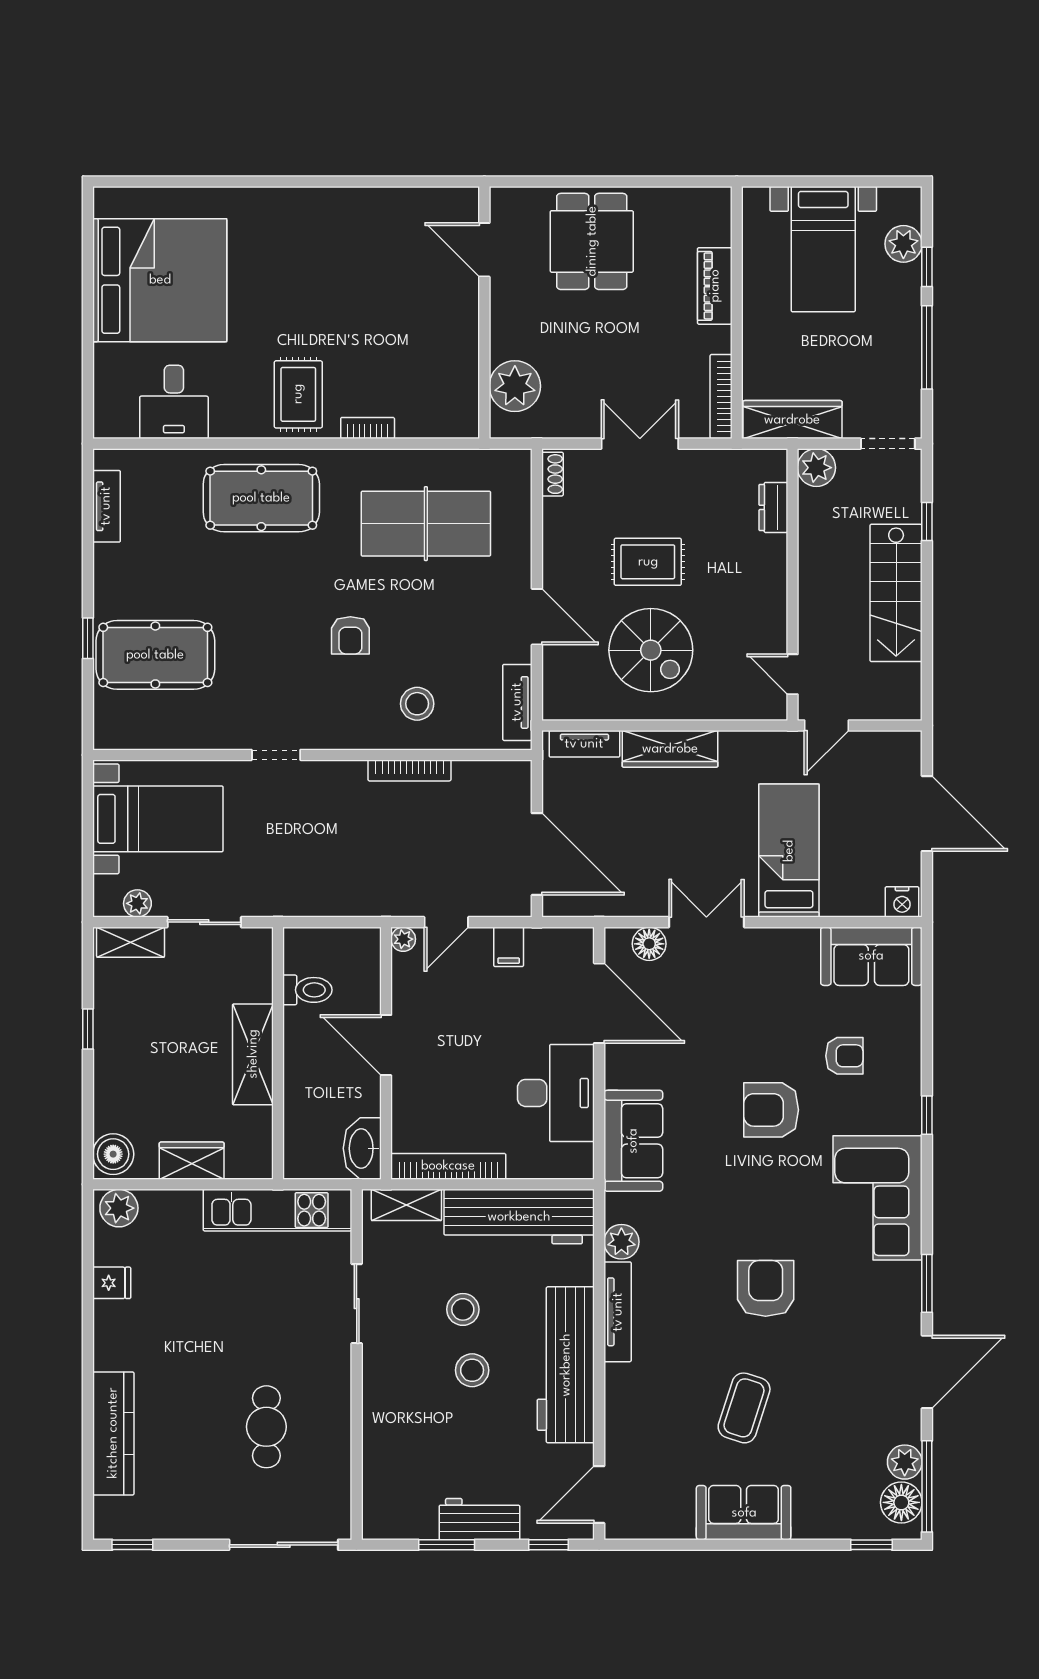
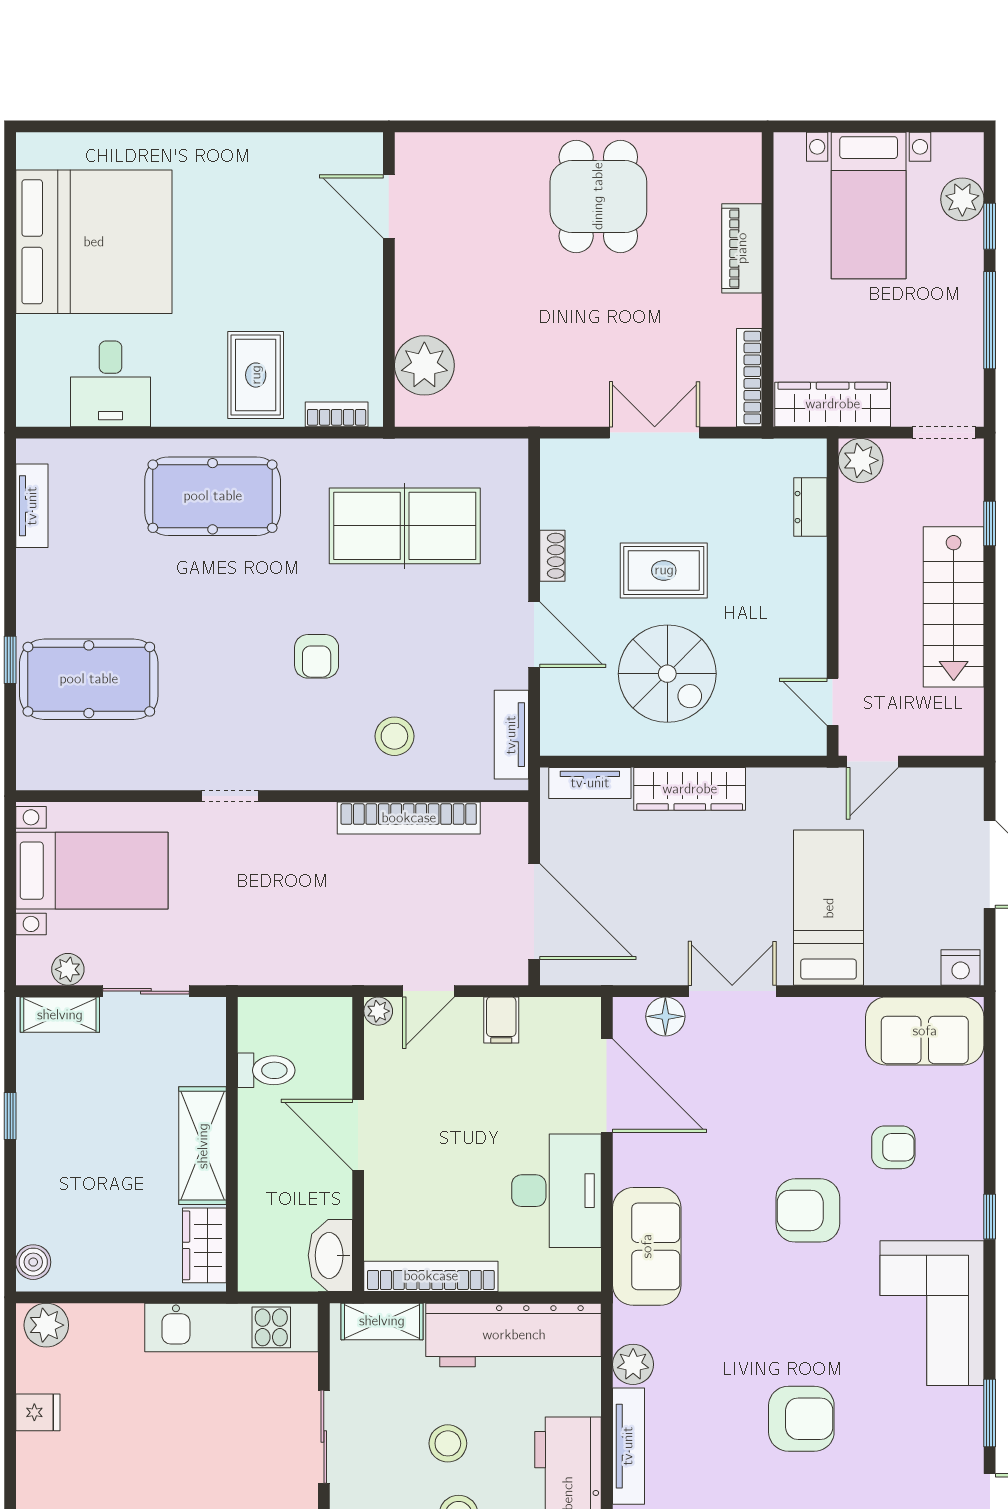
door: (484, 250) -> (389, 206), moved
wall: (484, 313) -> (389, 279), moved
plant: (515, 386) -> (424, 365), moved
shoe rack: (552, 474) -> (552, 556), moved
bookcase: (409, 770) -> (409, 818), width x1.48, depth x1.31
boiler: (113, 1154) -> (33, 1262), width x0.73, depth x0.73
wardrobe: (192, 1161) -> (204, 1245), moved, turned -90
armchair: (766, 1288) -> (801, 1419), turned 90

